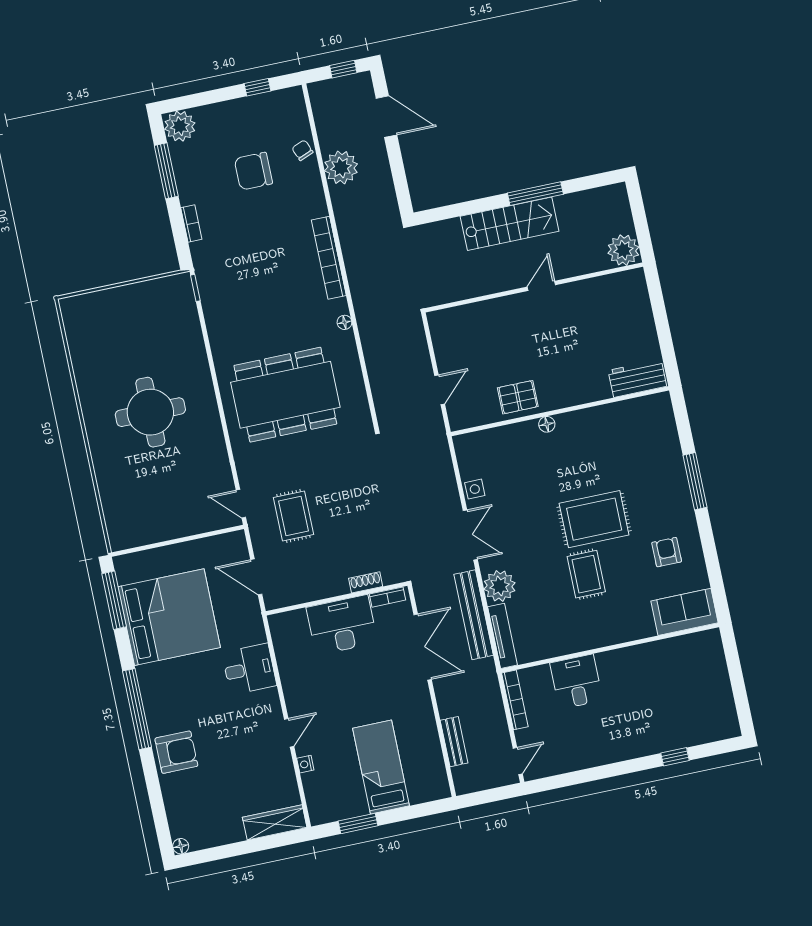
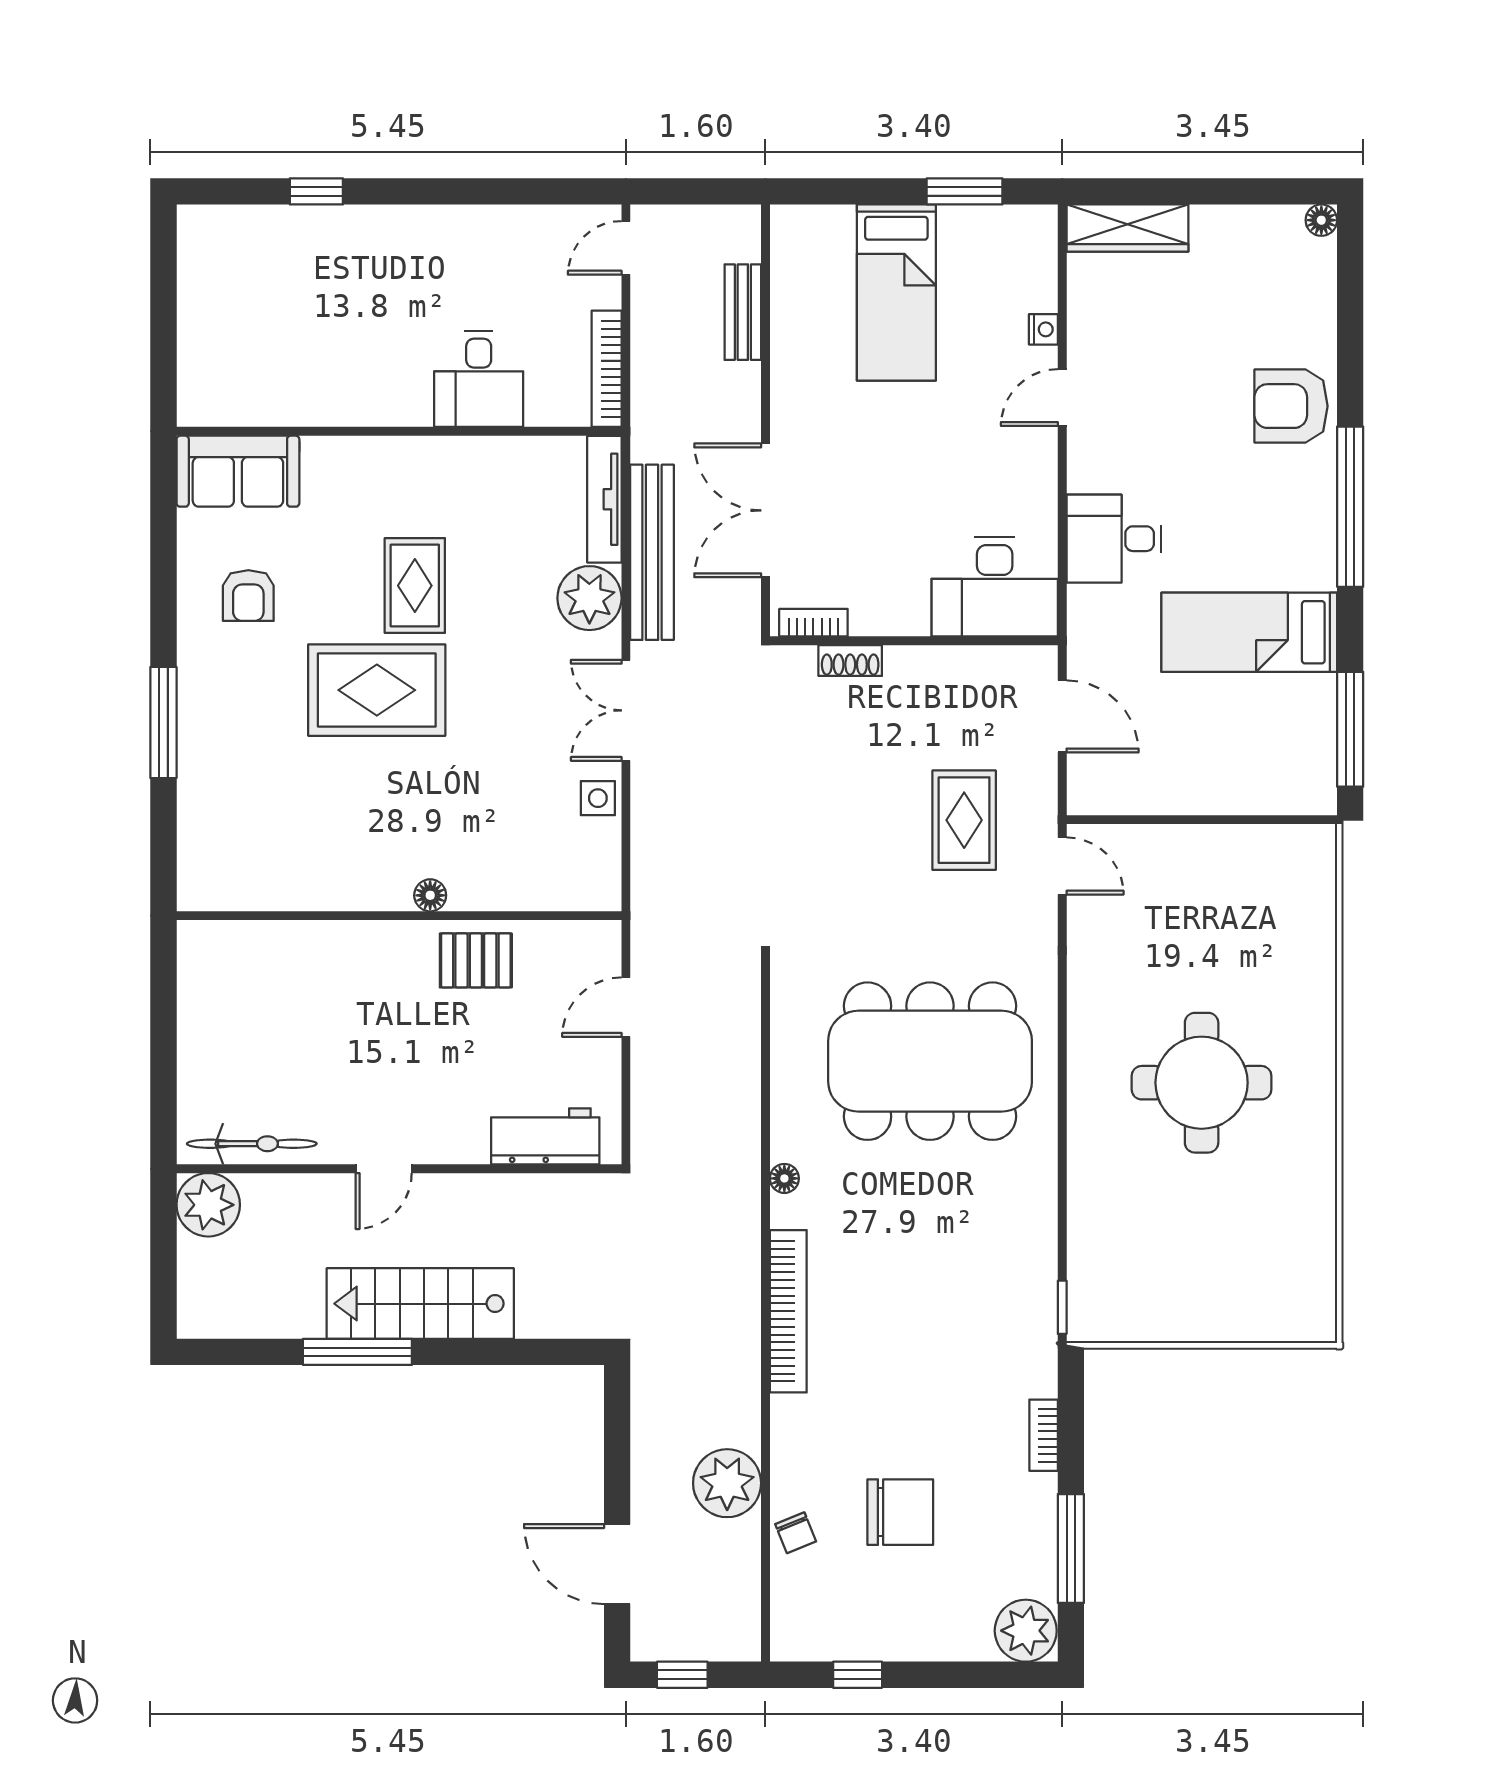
bicycle: (608, 284) -> (252, 1144), added
workbench: (637, 378) -> (545, 1136), moved, turned 180
bed: (169, 617) -> (1249, 632), width x0.49
desk: (342, 625) -> (995, 587), moved

